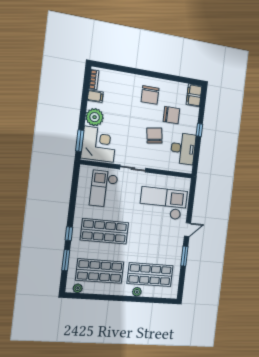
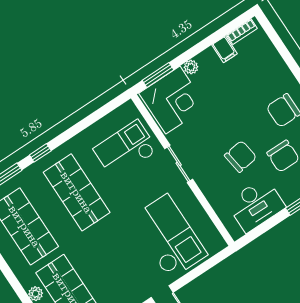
plant: (95, 117) -> (191, 67), width x0.53, depth x0.53

